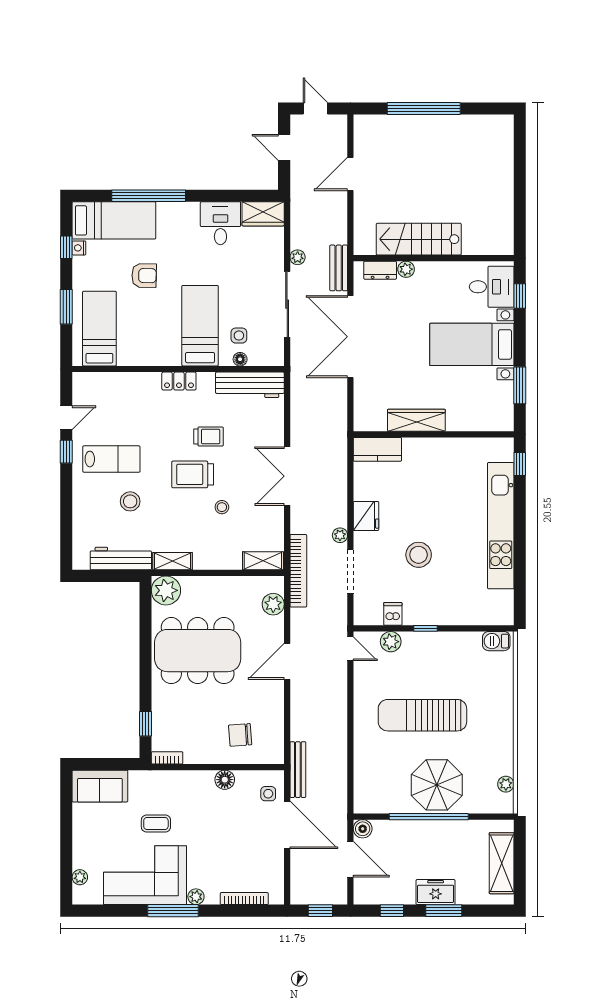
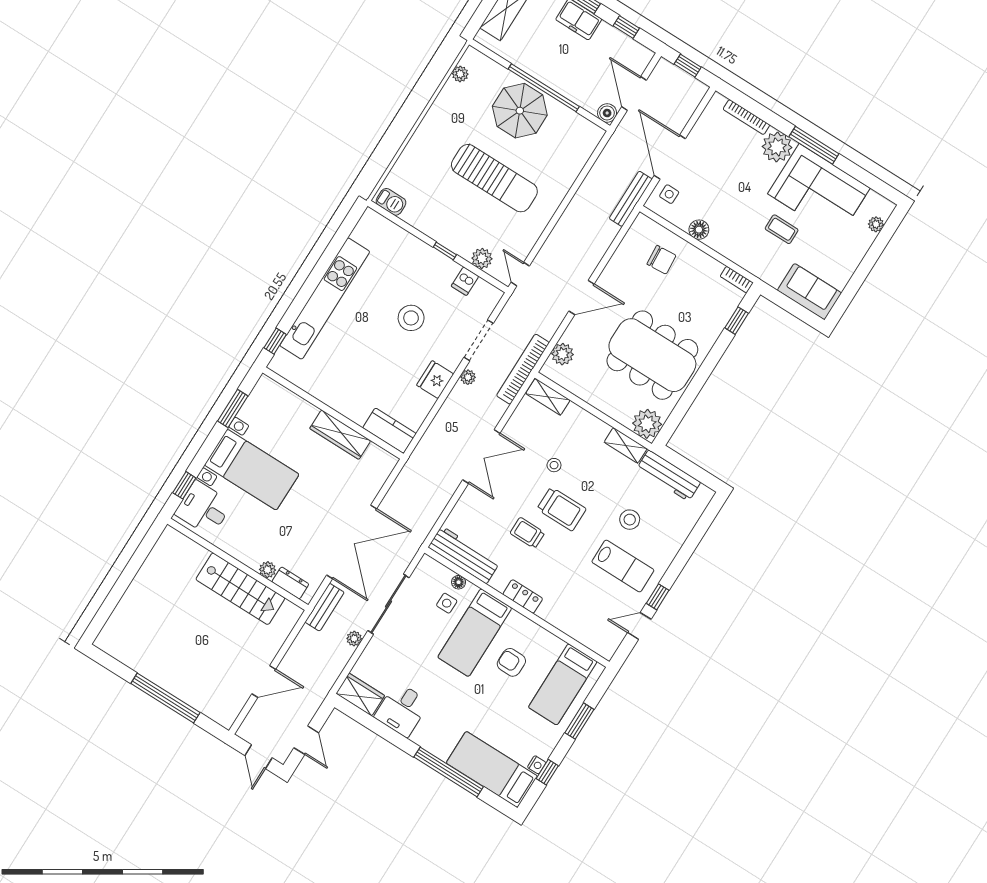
armchair: (144, 276) -> (511, 662), moved
lab bench: (111, 459) -> (623, 566), turned 180
plant: (196, 897) -> (777, 147), width x1.88, depth x1.88

